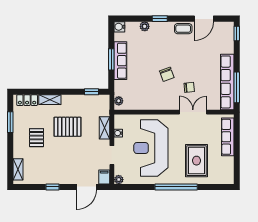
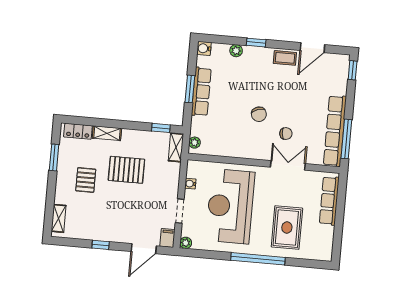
shelving: (104, 128) -> (176, 147), moved

